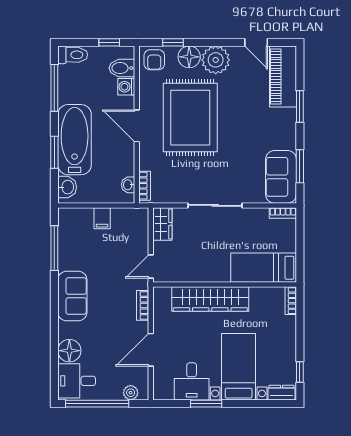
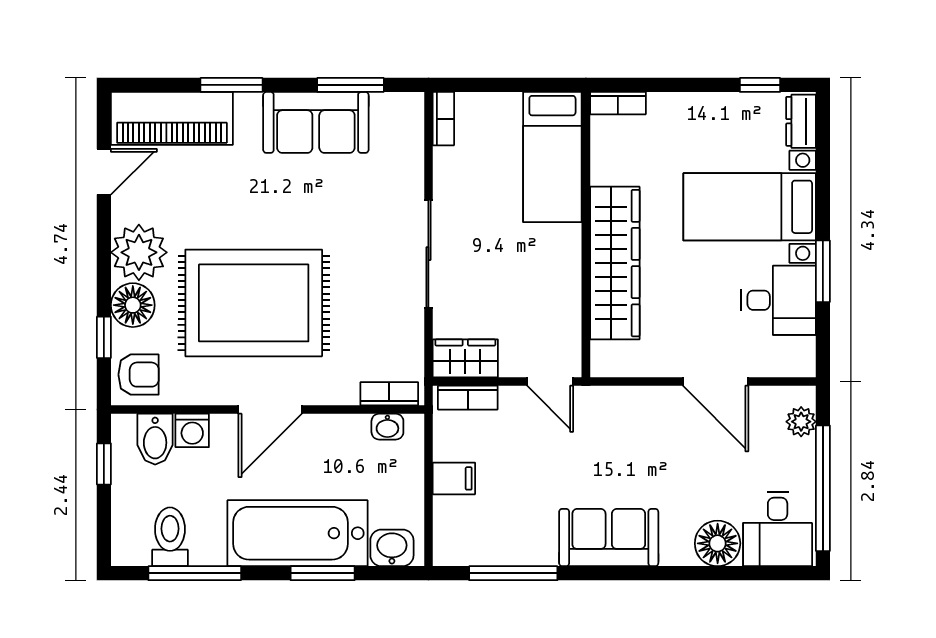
toilet: (73, 55) -> (170, 537), moved
sofa: (281, 177) -> (316, 122), moved
bookcase: (143, 305) -> (468, 398), moved

